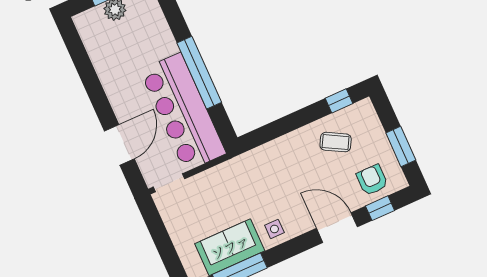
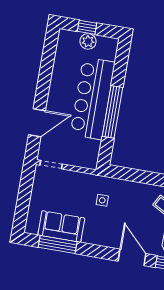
bar counter: (183, 112) -> (93, 98), moved
side table: (274, 229) -> (102, 200), moved

